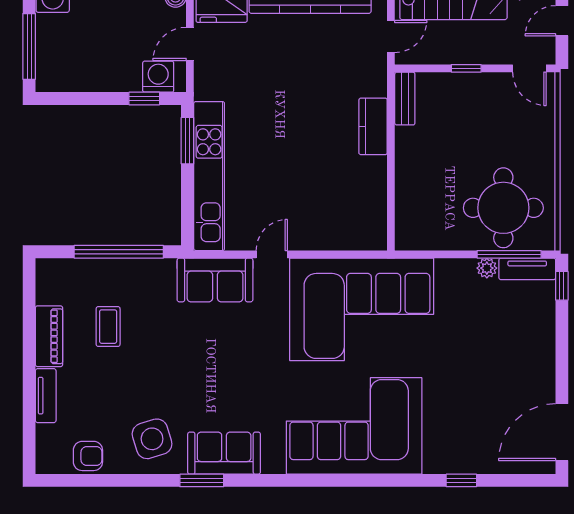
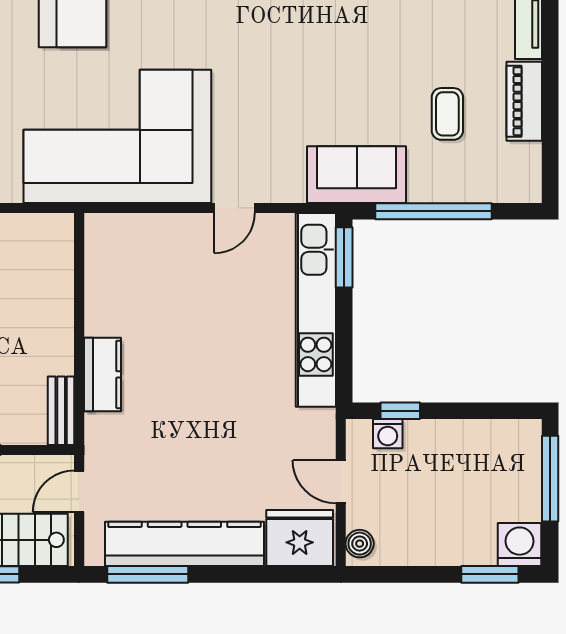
door: (190, 44) -> (341, 482), swing flipped
washing machine: (158, 77) -> (388, 434), width x0.73, depth x0.73
window: (187, 141) -> (344, 257), moved
sofa: (215, 280) -> (357, 175), moved

